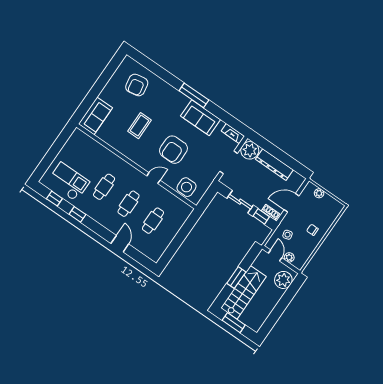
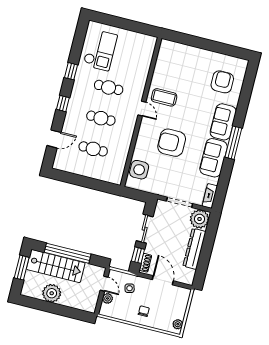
armchair: (137, 85) -> (222, 82), turned 100
sofa: (95, 116) -> (223, 122), moved, turned 90
coffee table: (139, 126) -> (164, 97), moved
door: (153, 178) -> (142, 109), moved
plant: (319, 193) -> (178, 324), moved
window: (54, 199) -> (63, 104), moved
door: (120, 244) -> (54, 139), moved
door: (275, 256) -> (104, 284), hinge flipped
window: (236, 278) -> (68, 253), width x2.11
plant: (283, 280) -> (52, 293), moved

